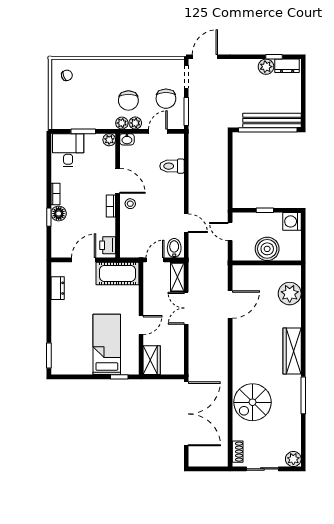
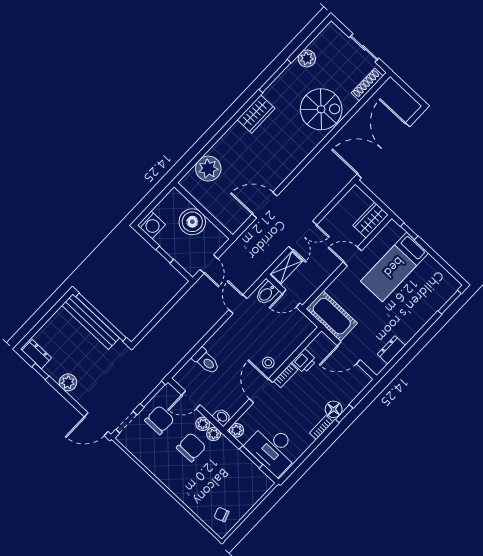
plant: (266, 67) -> (68, 382), moved
desk: (68, 150) -> (273, 449), width x1.37
printer: (108, 245) -> (304, 361), moved
wardrobe: (292, 351) -> (256, 114), width x0.67
shoe rack: (238, 452) -> (367, 85), width x1.43
plant: (293, 459) -> (307, 58), moved

